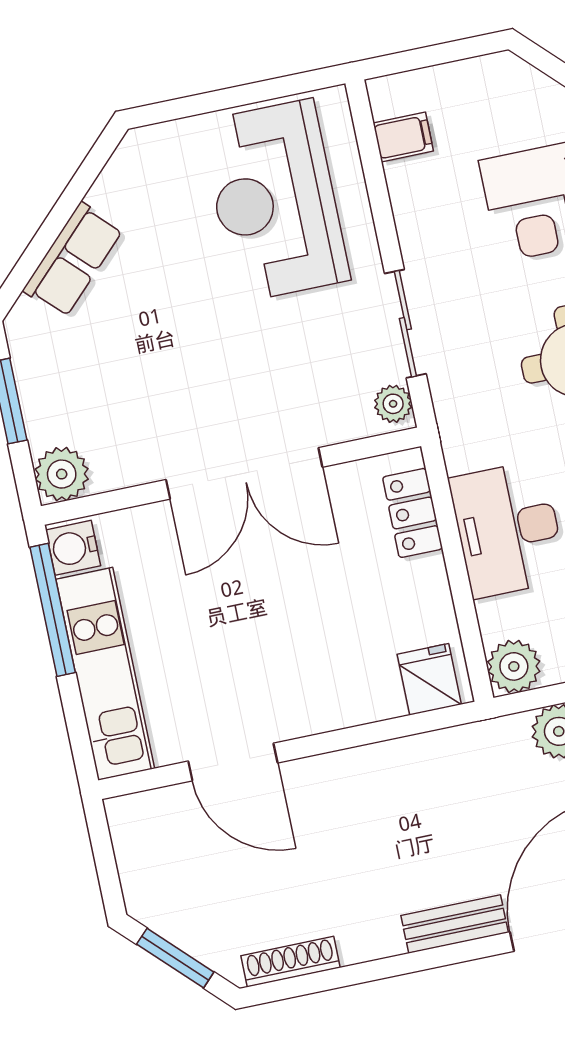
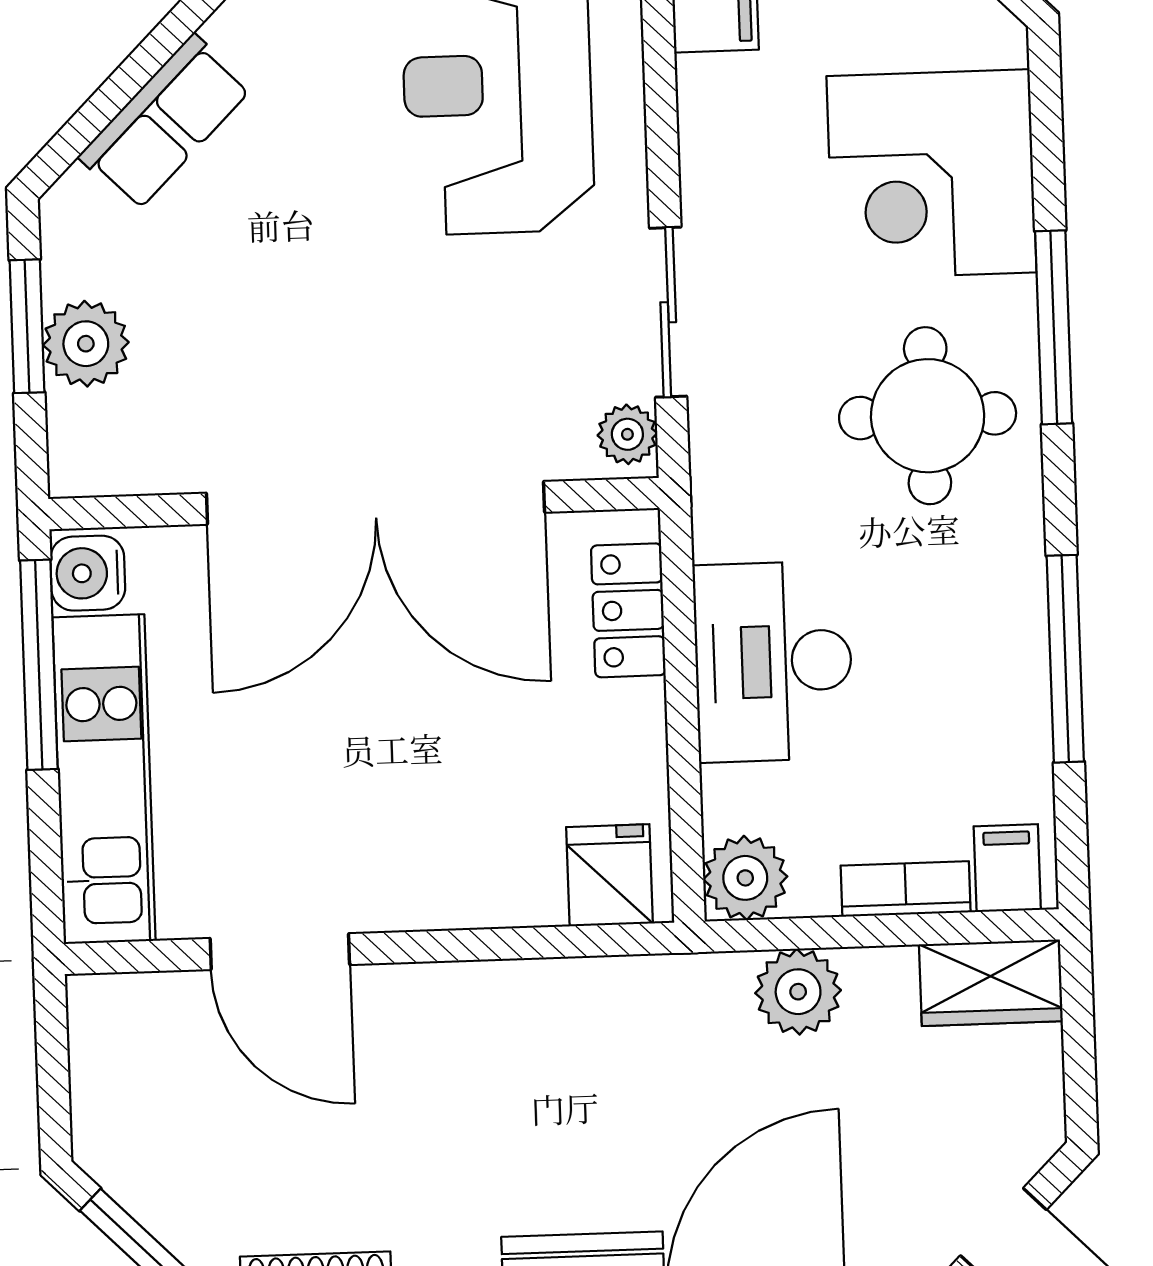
double door: (244, 473) -> (375, 503), width x1.36
plant: (62, 474) -> (86, 344), moved

